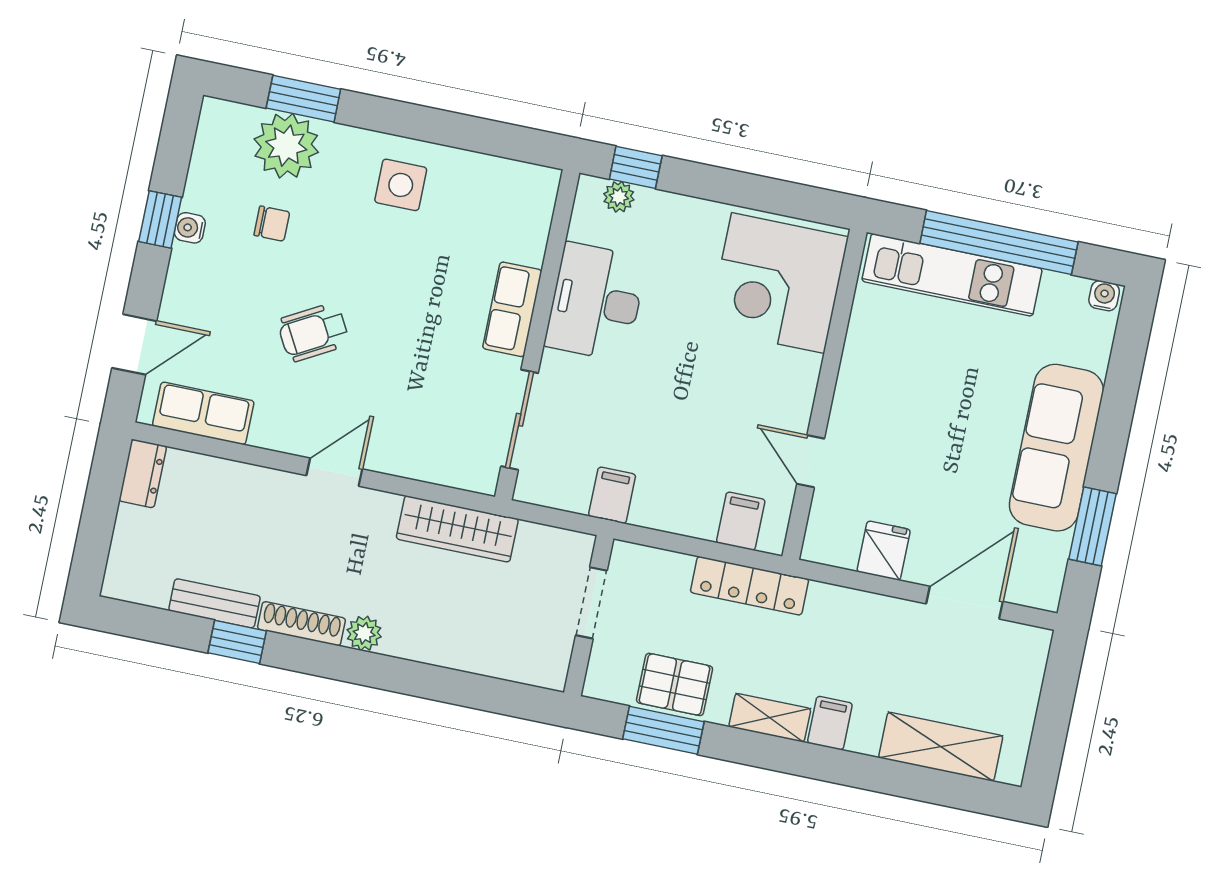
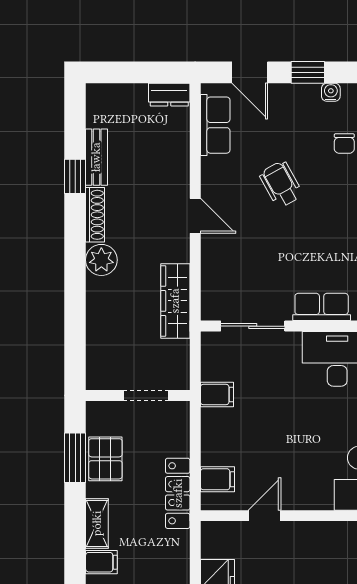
window: (160, 219) -> (308, 72), moved
plant: (364, 633) -> (101, 260), width x1.38, depth x1.38

